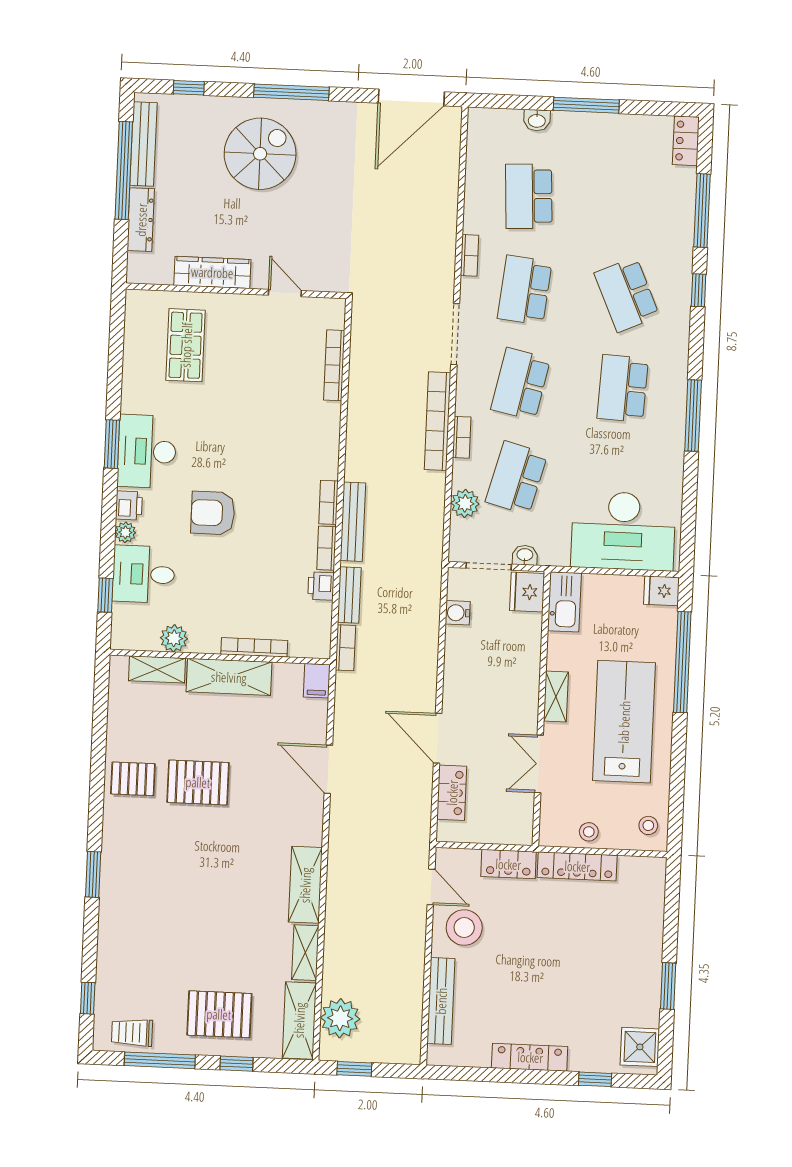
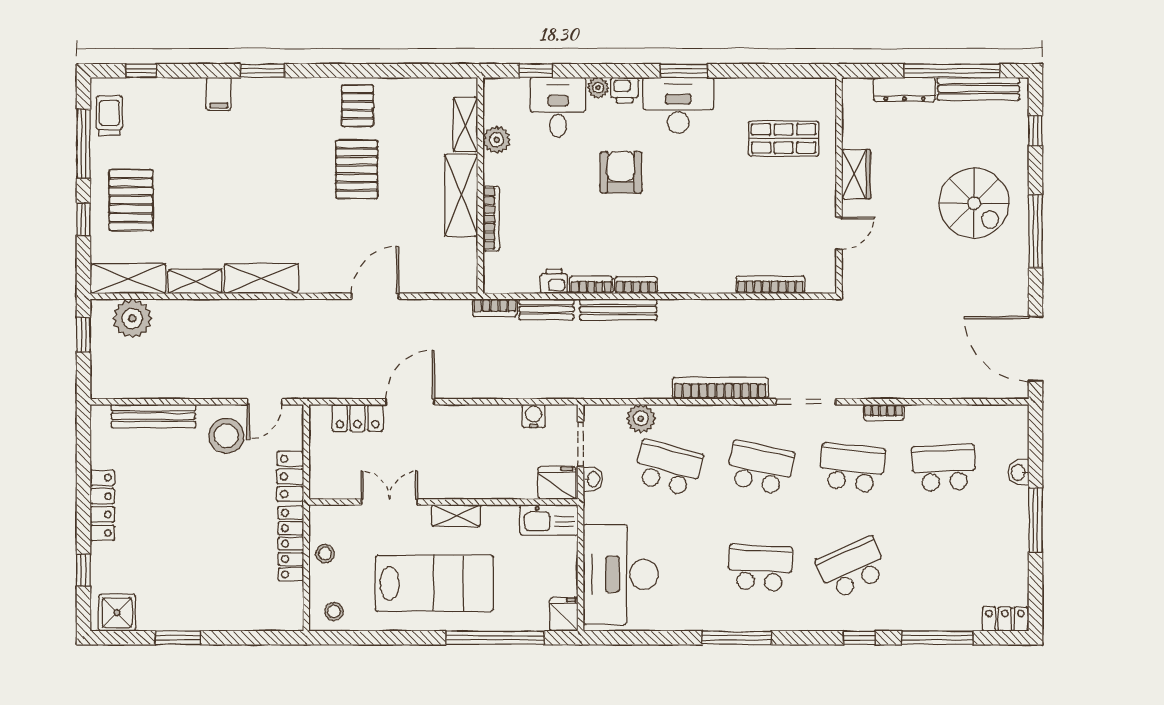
wardrobe: (212, 272) -> (856, 174), width x0.67
bookcase: (462, 437) -> (705, 412), removed
filing cabinet: (317, 681) -> (219, 94), moved, turned -90

